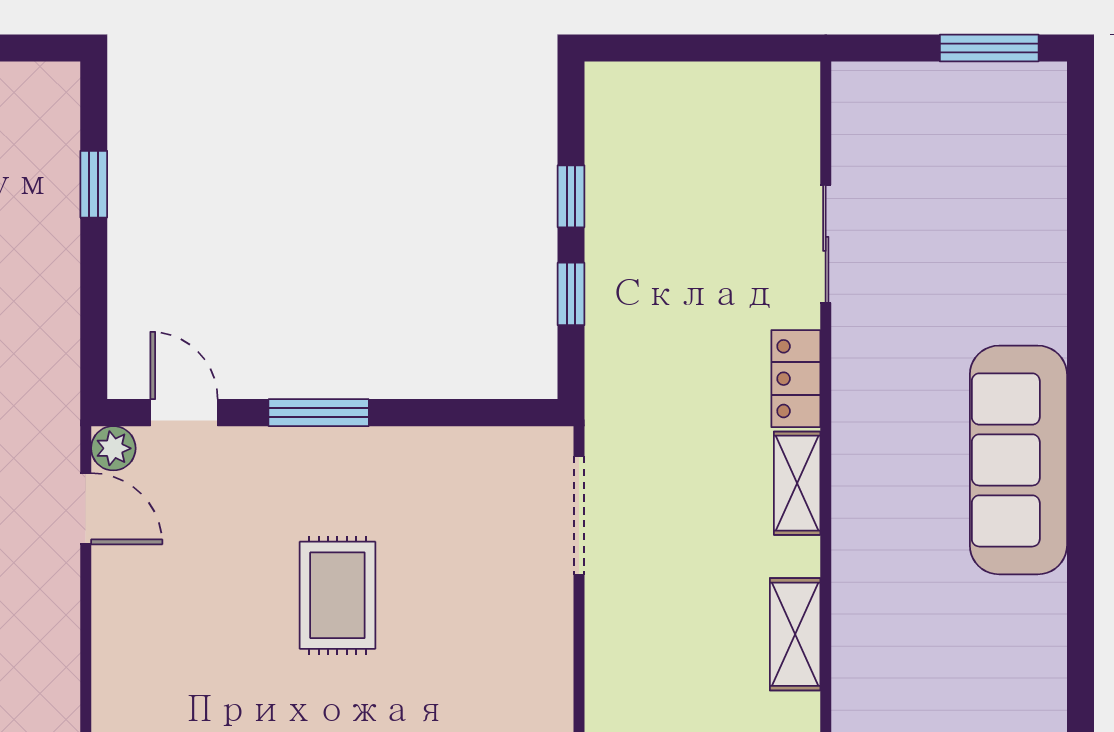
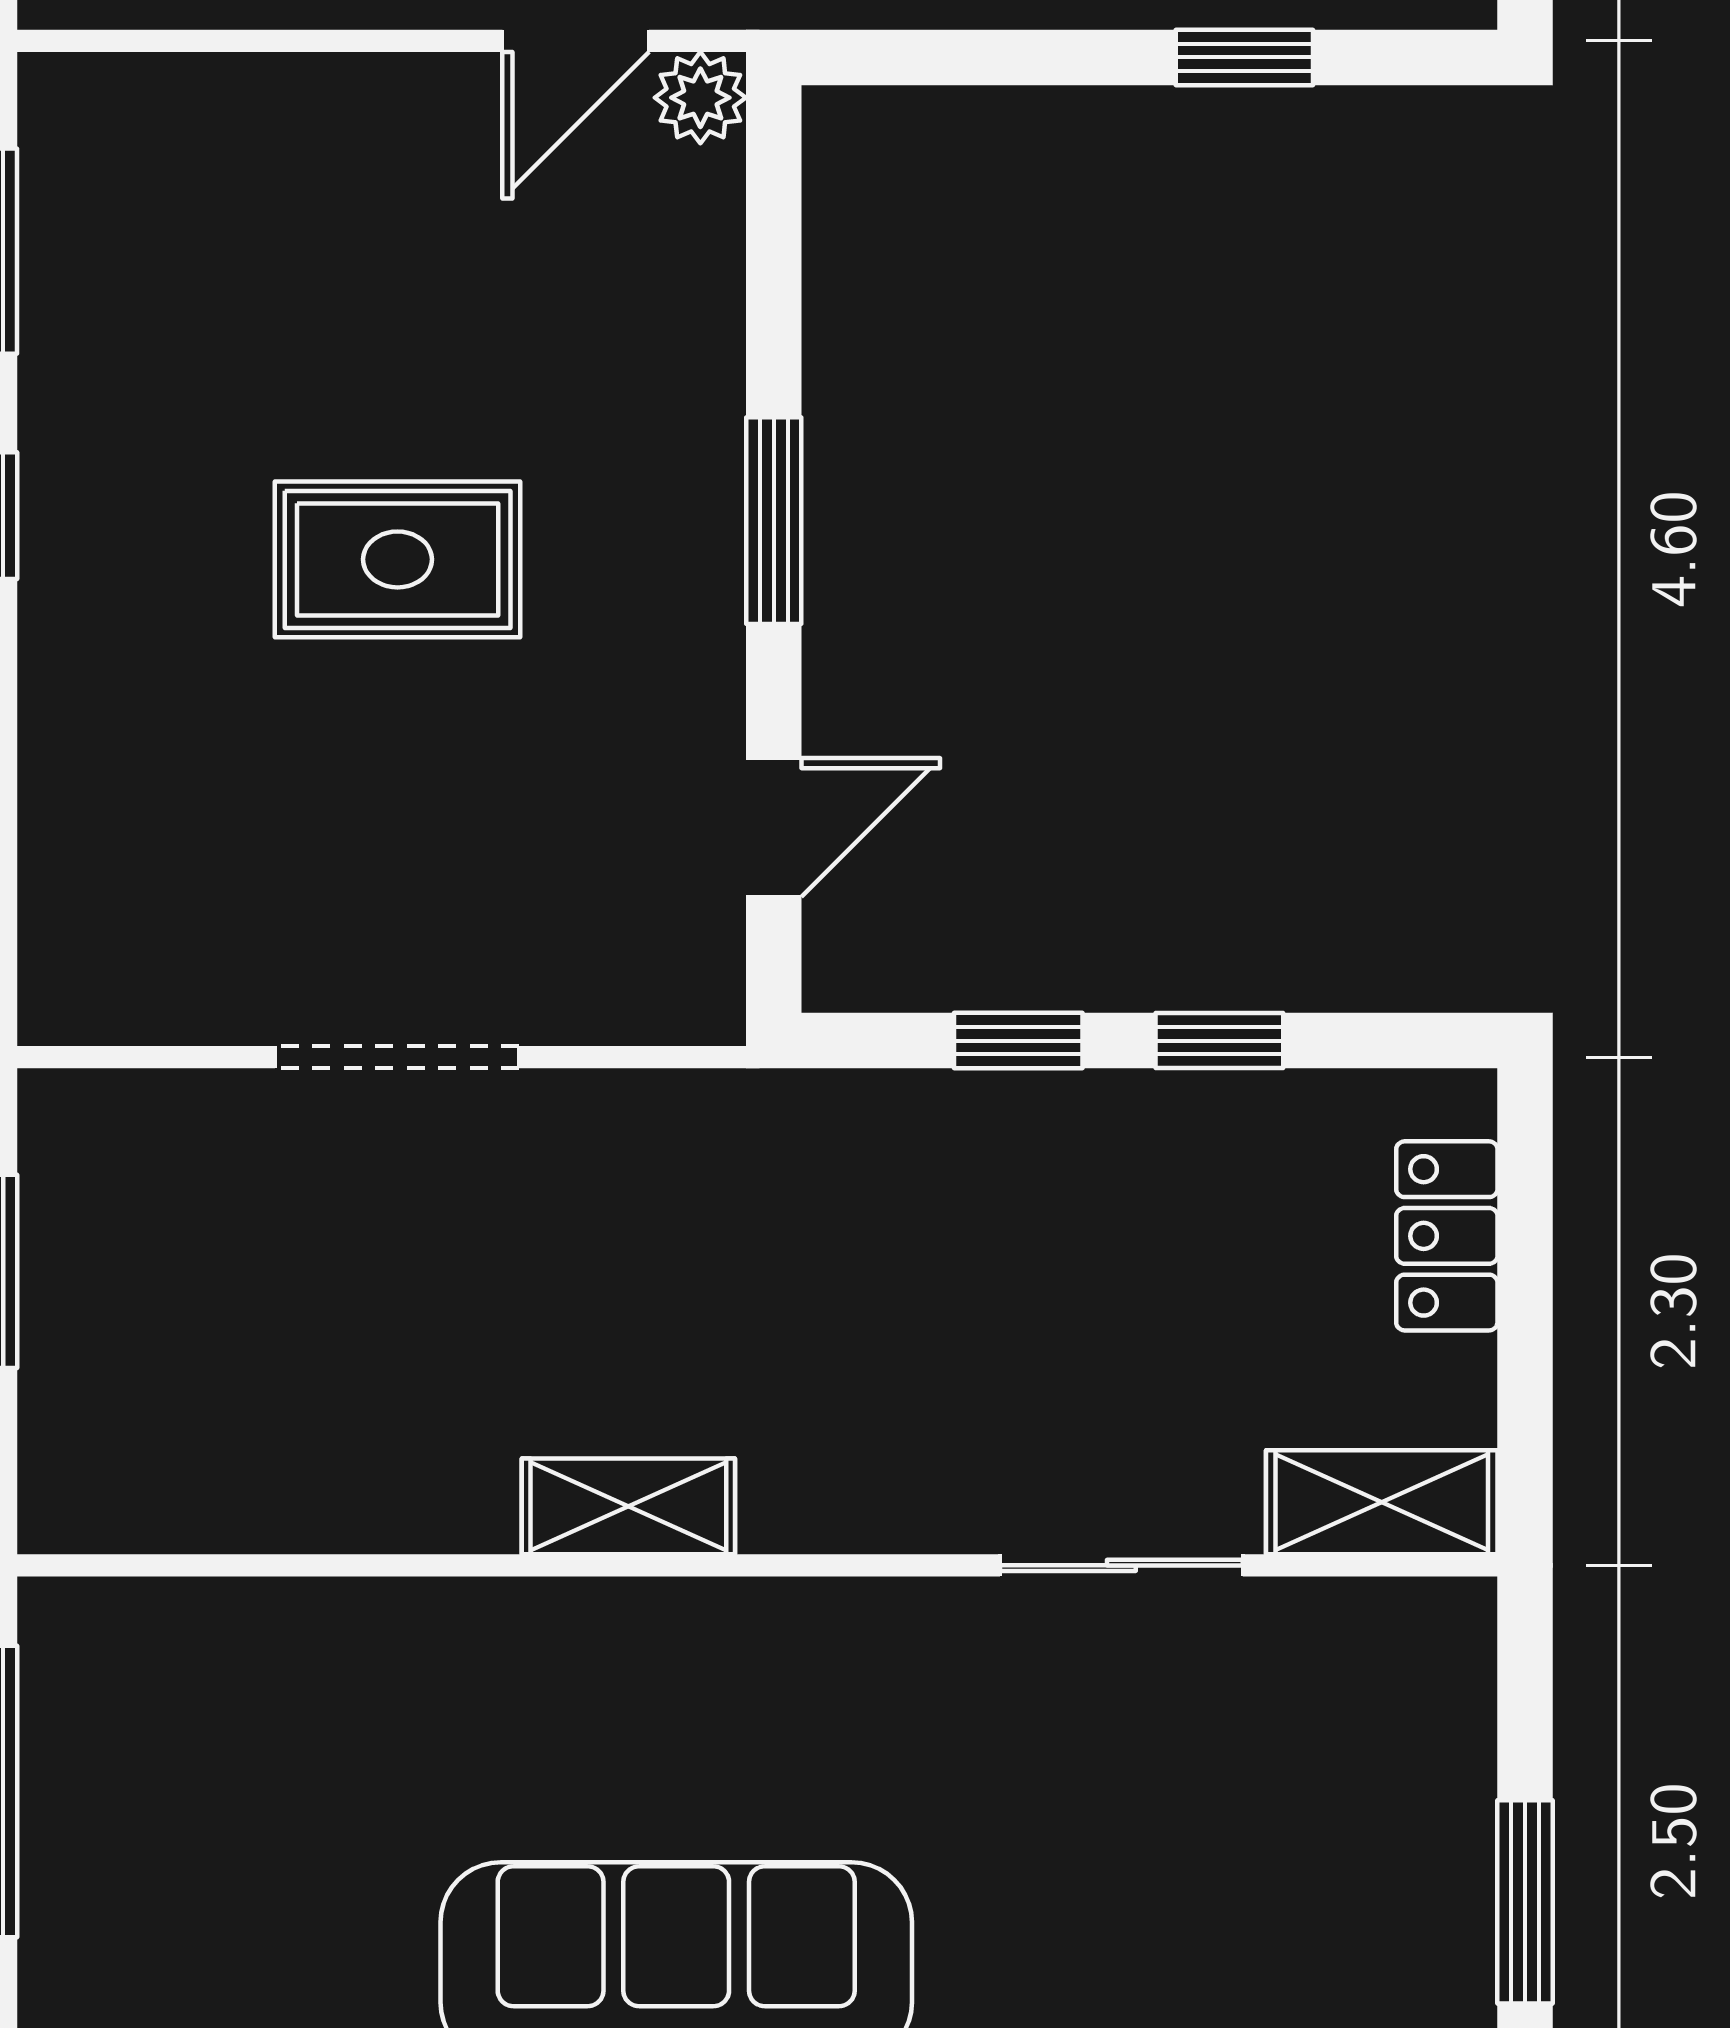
locker: (796, 379) -> (1447, 1236), moved, turned -90
door: (184, 413) -> (774, 828), moved
doorway: (579, 515) -> (397, 1057), moved
shelving: (795, 634) -> (1382, 1502), moved

